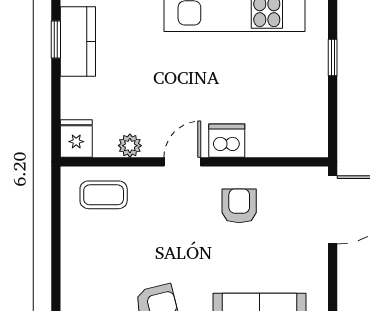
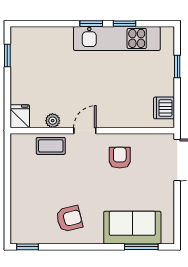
kitchen counter: (78, 42) -> (21, 57), removed
dishwasher: (227, 141) -> (164, 108), moved, turned -90
coffee table: (104, 195) -> (51, 146), moved

